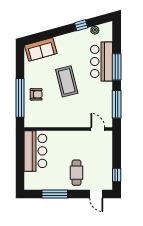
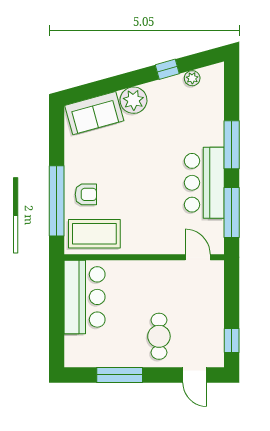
plant: (62, 42) -> (133, 100), added
bar counter: (102, 61) -> (204, 183), moved
coffee table: (67, 81) -> (94, 234), moved, turned -76

